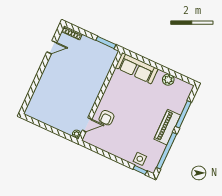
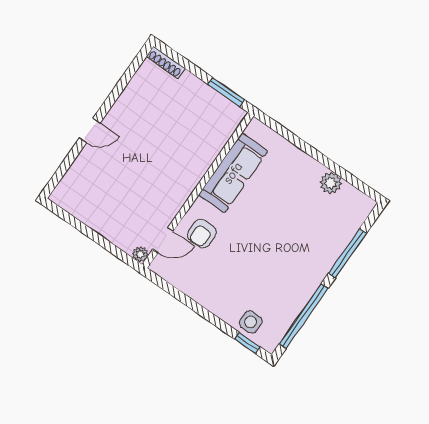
door: (52, 47) -> (90, 130), moved
sofa: (137, 68) -> (233, 173), moved, turned -90
piano: (167, 127) -> (313, 272), removed

